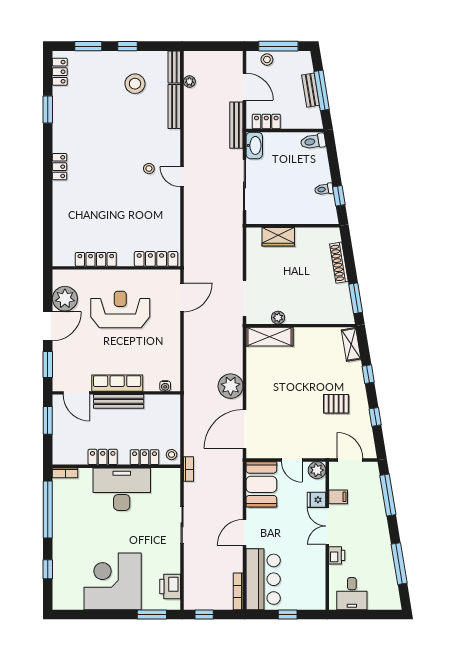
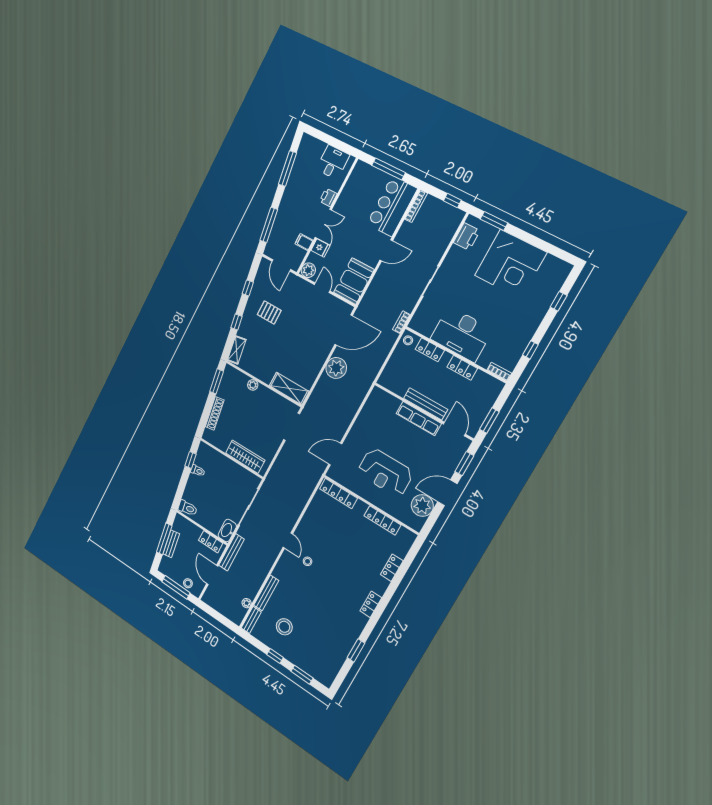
locker: (60, 72) -> (392, 568), moved
wardrobe: (278, 237) -> (245, 457), width x1.50
plant: (278, 318) -> (253, 385), moved
water cooler: (165, 386) -> (384, 395), removed
window: (48, 510) -> (530, 350), width x0.32
window: (288, 615) -> (389, 169), width x2.17

